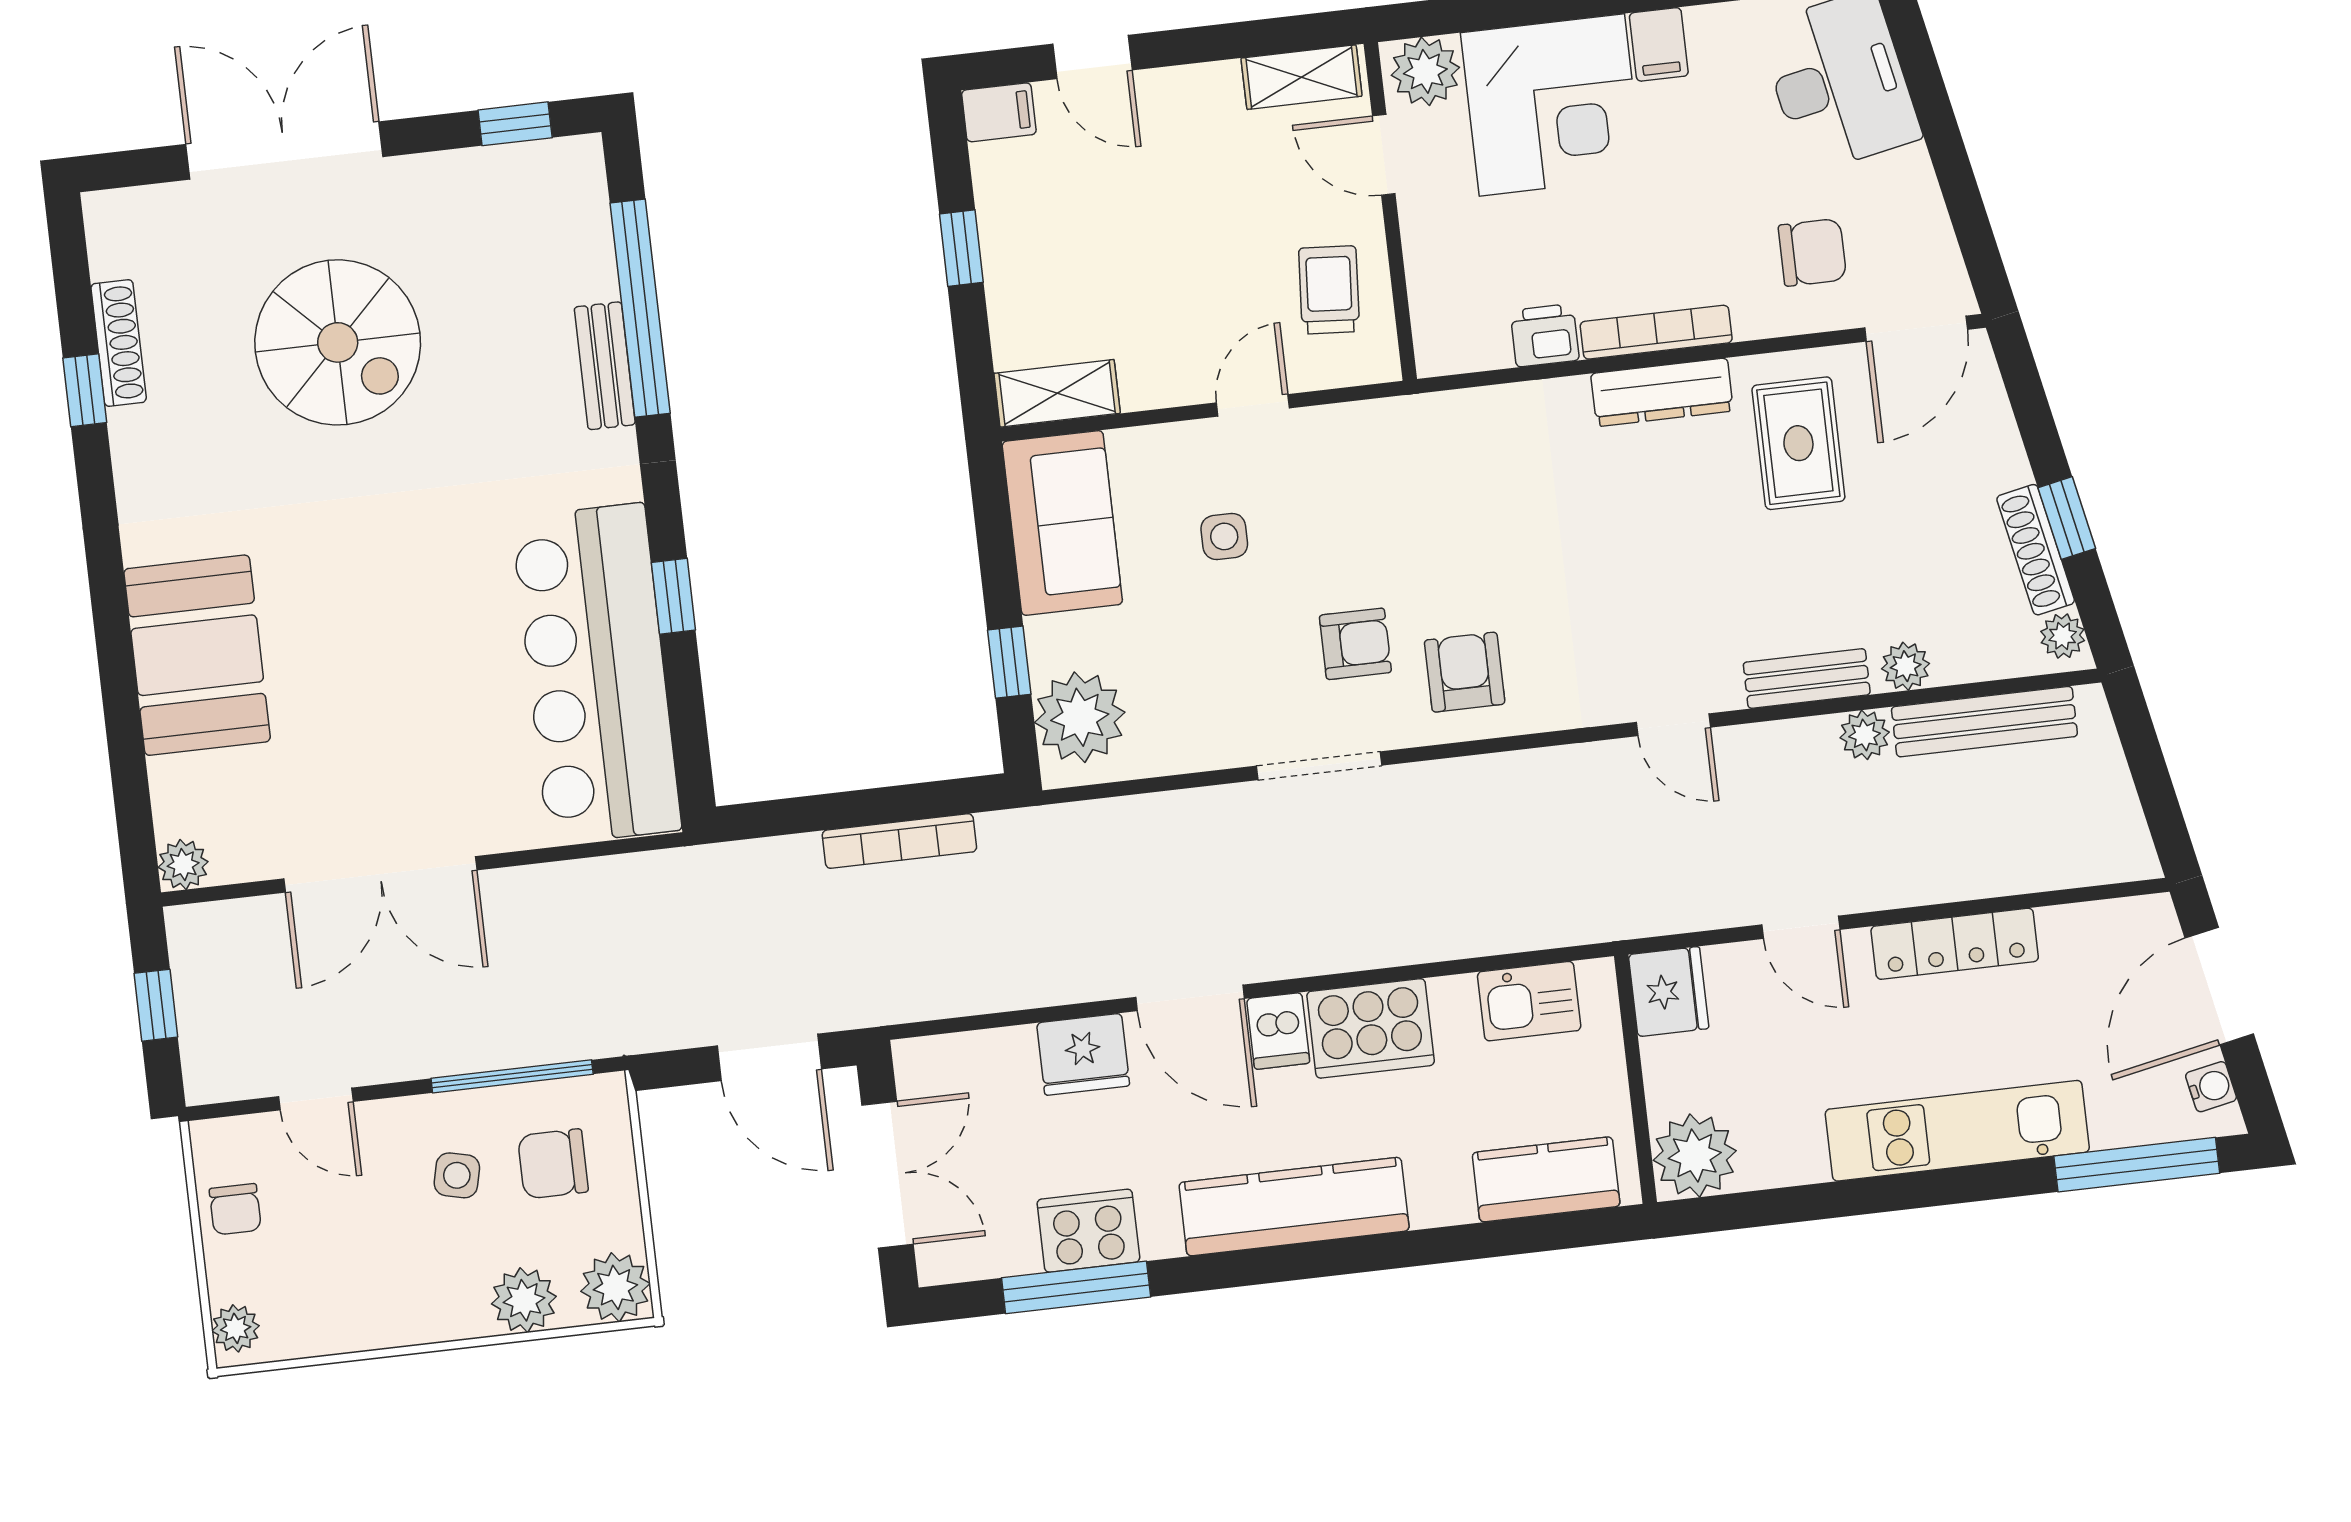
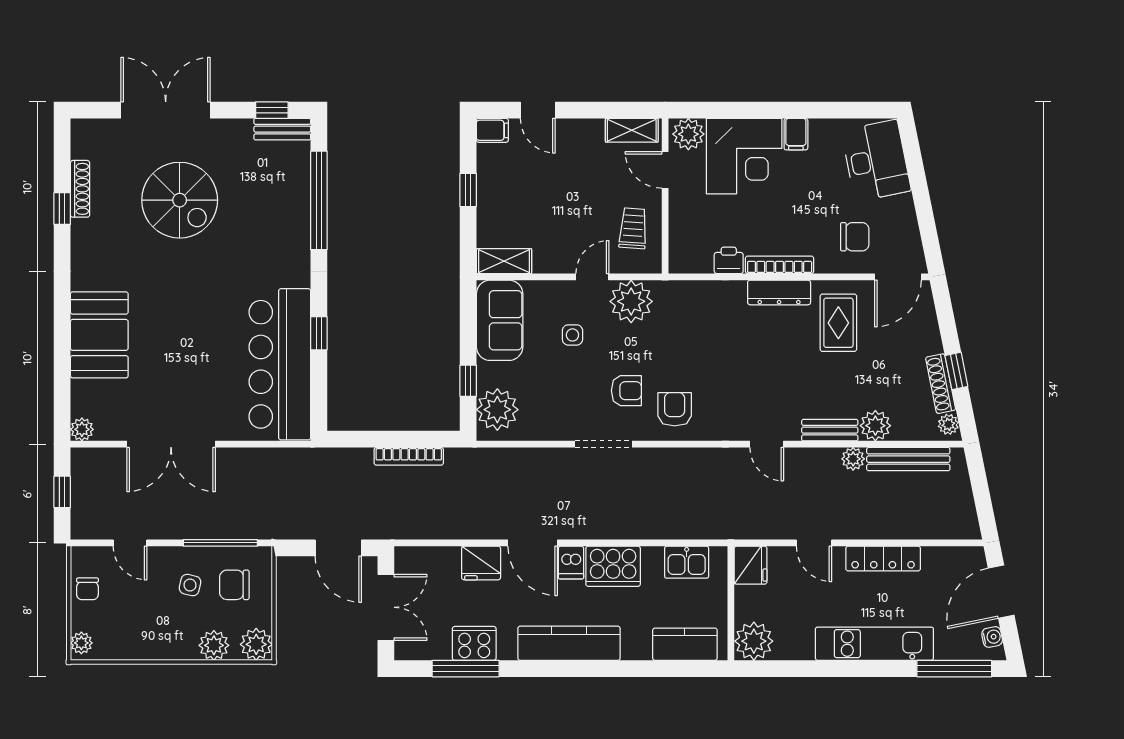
bench: (605, 366) -> (282, 129), moved, turned 90
plant: (1343, 449) -> (631, 301), added
plant: (1906, 666) -> (875, 426), width x1.38, depth x1.38

